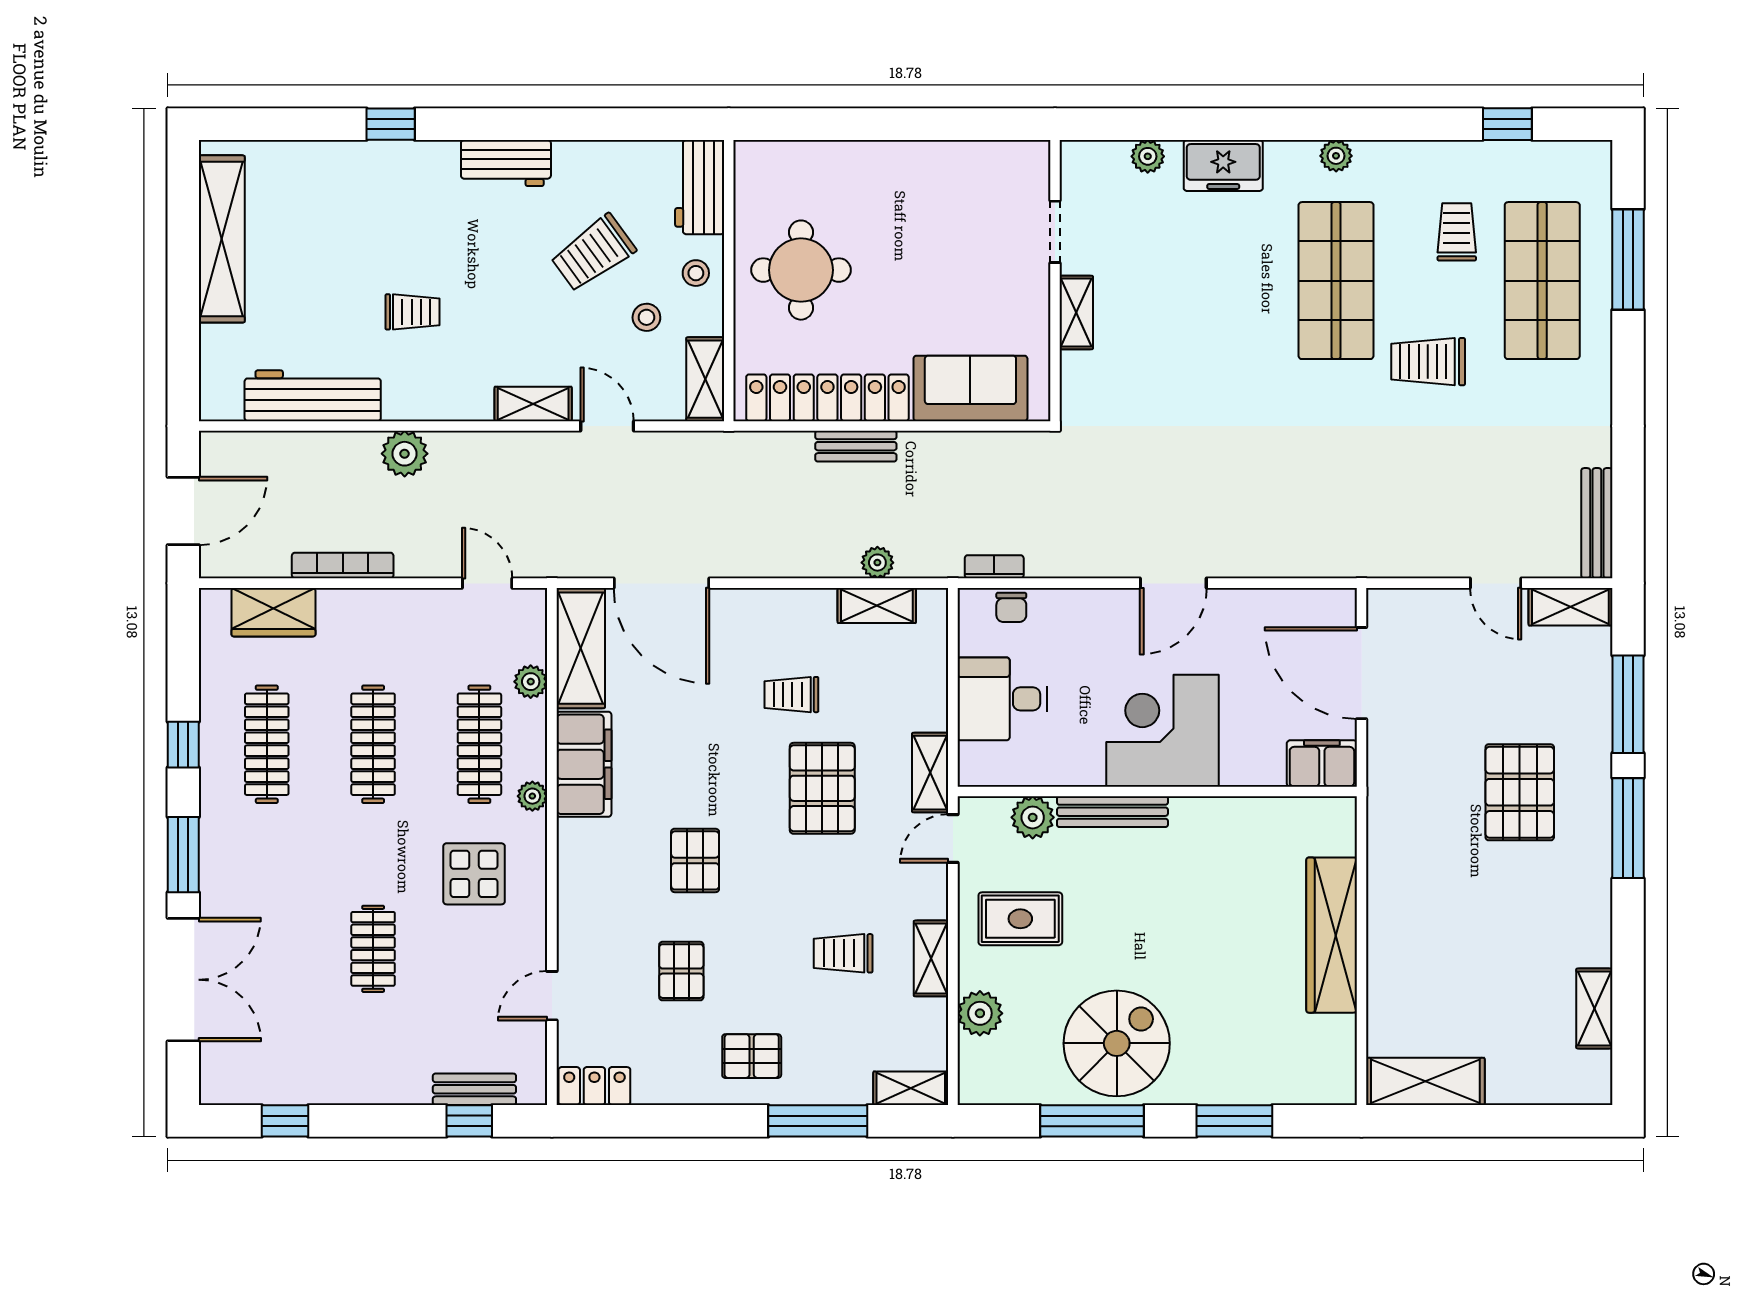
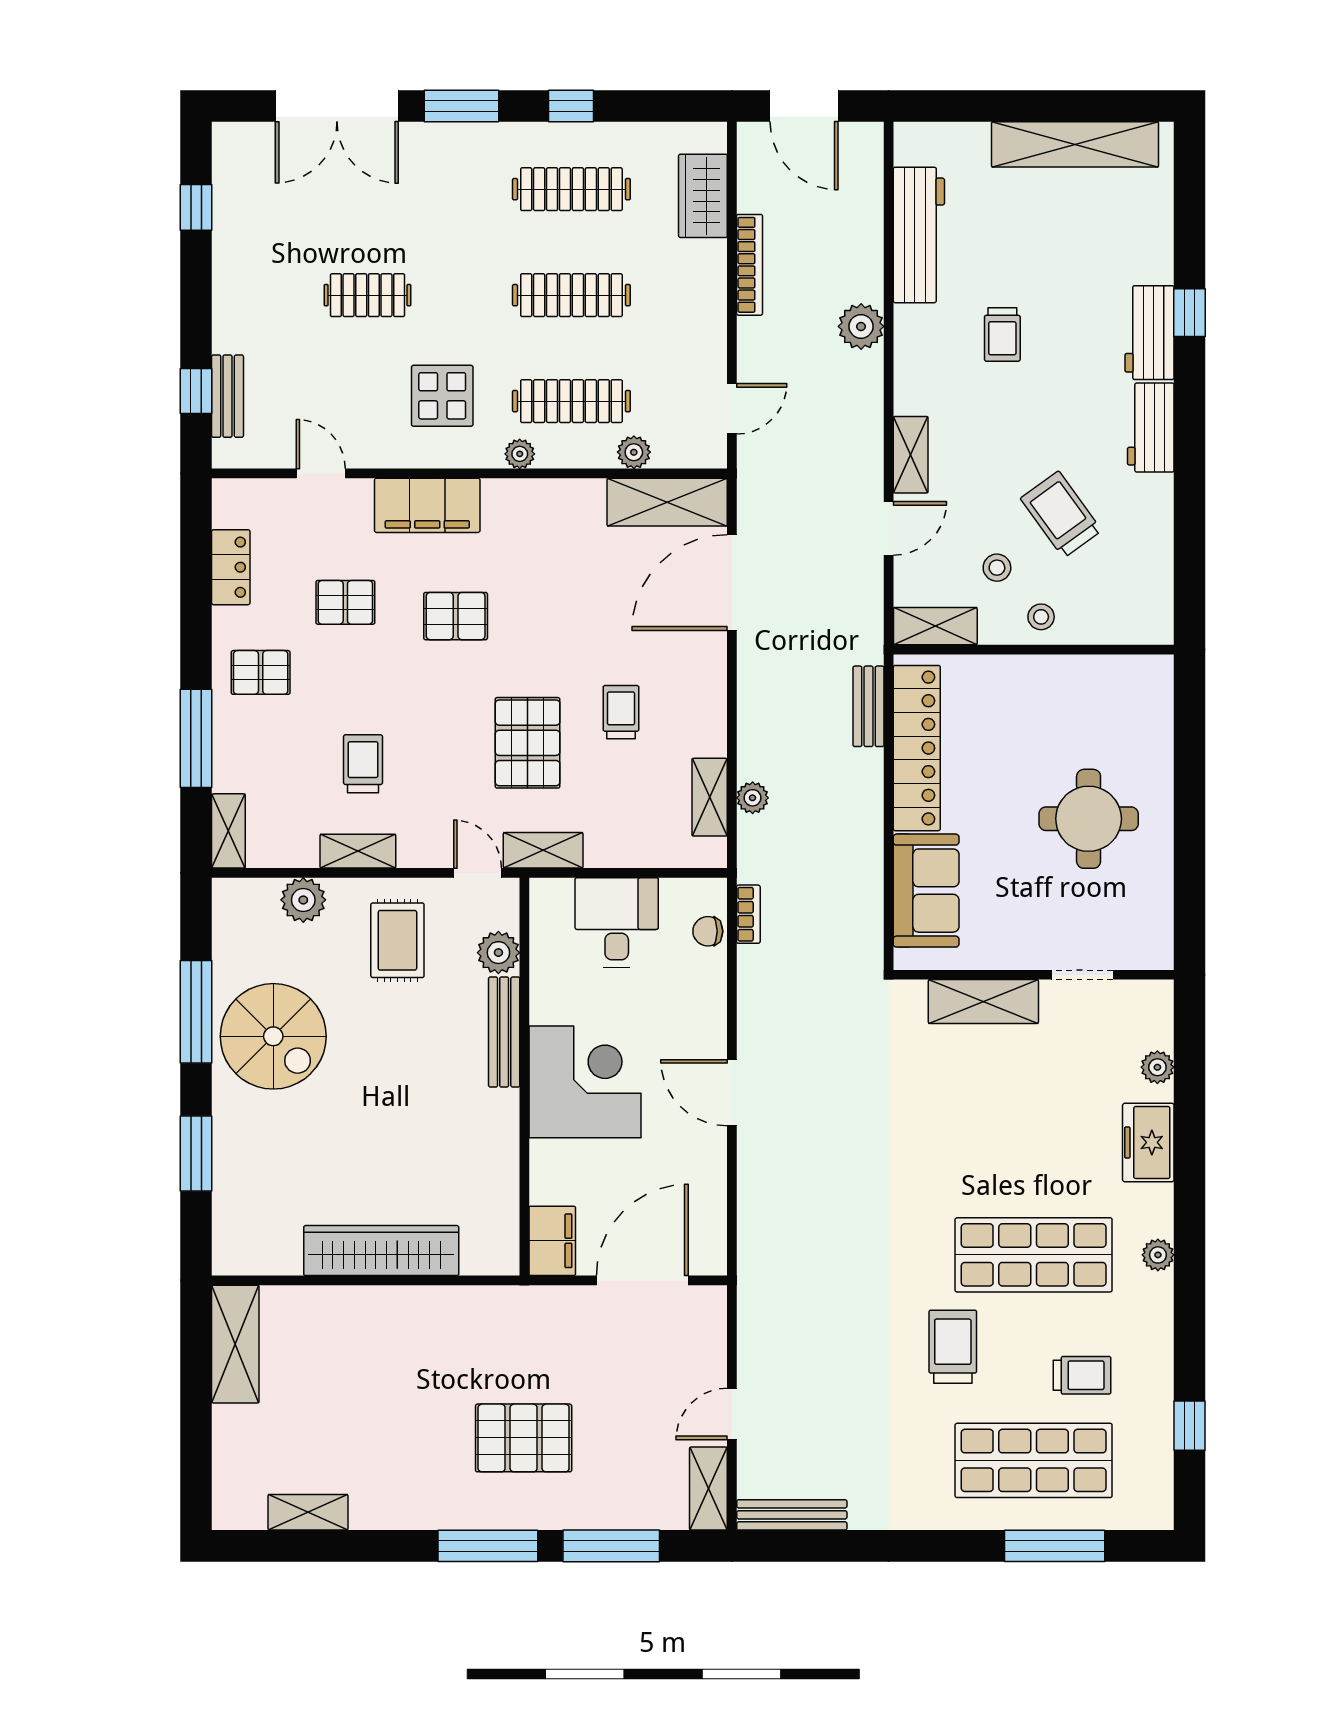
workbench: (700, 187) -> (1149, 333), moved, turned -90
round table: (801, 270) -> (1089, 819), moved
shelving: (1076, 312) -> (983, 1001), width x1.50, depth x1.33
bench: (856, 446) -> (869, 706), moved
filing cabinet: (584, 764) -> (427, 505), moved
pallet: (822, 788) -> (528, 743), turned 90
pallet: (752, 1056) -> (261, 672), turned 90
locker: (594, 1086) -> (231, 567), moved

